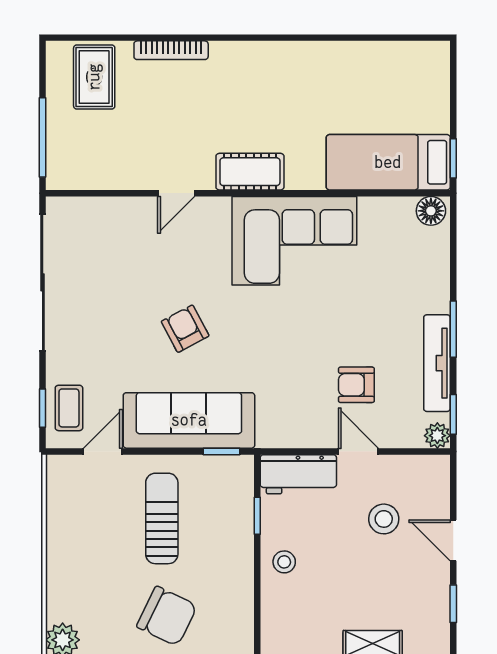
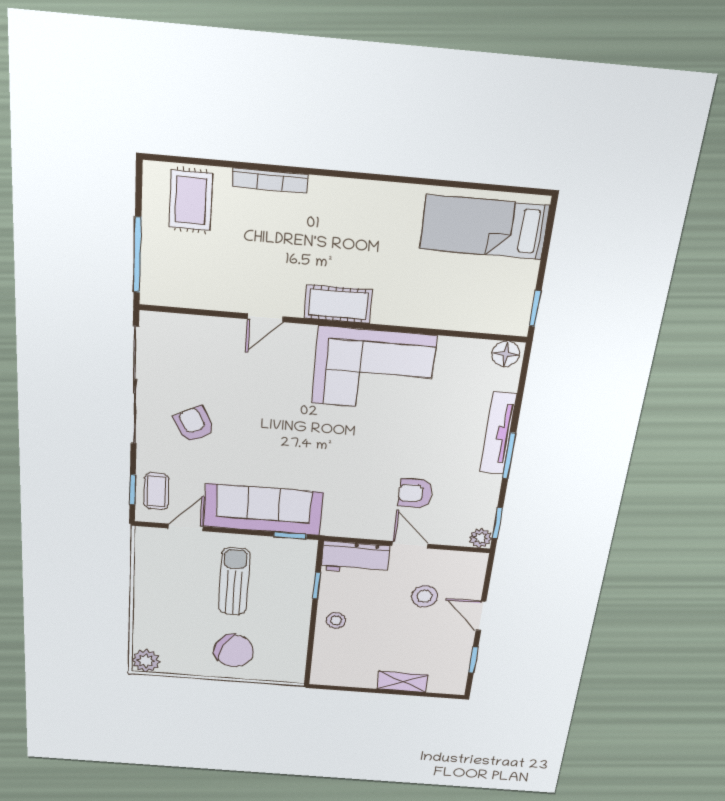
bed: (388, 162) -> (484, 227), moved
armchair: (185, 329) -> (194, 424), moved
tv unit: (437, 363) -> (498, 433), moved

